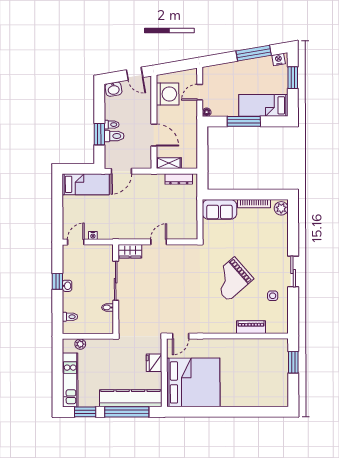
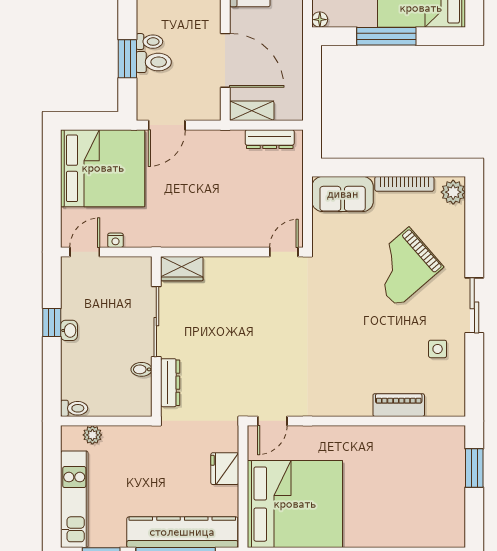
door: (154, 135) -> (225, 60), width x1.36
bed: (86, 184) -> (103, 168), width x2.04
door: (159, 242) -> (284, 252), moved
grand piano: (231, 279) -> (403, 267), moved
dresser: (124, 315) -> (170, 383), added
toilet: (70, 317) -> (74, 408), moved

